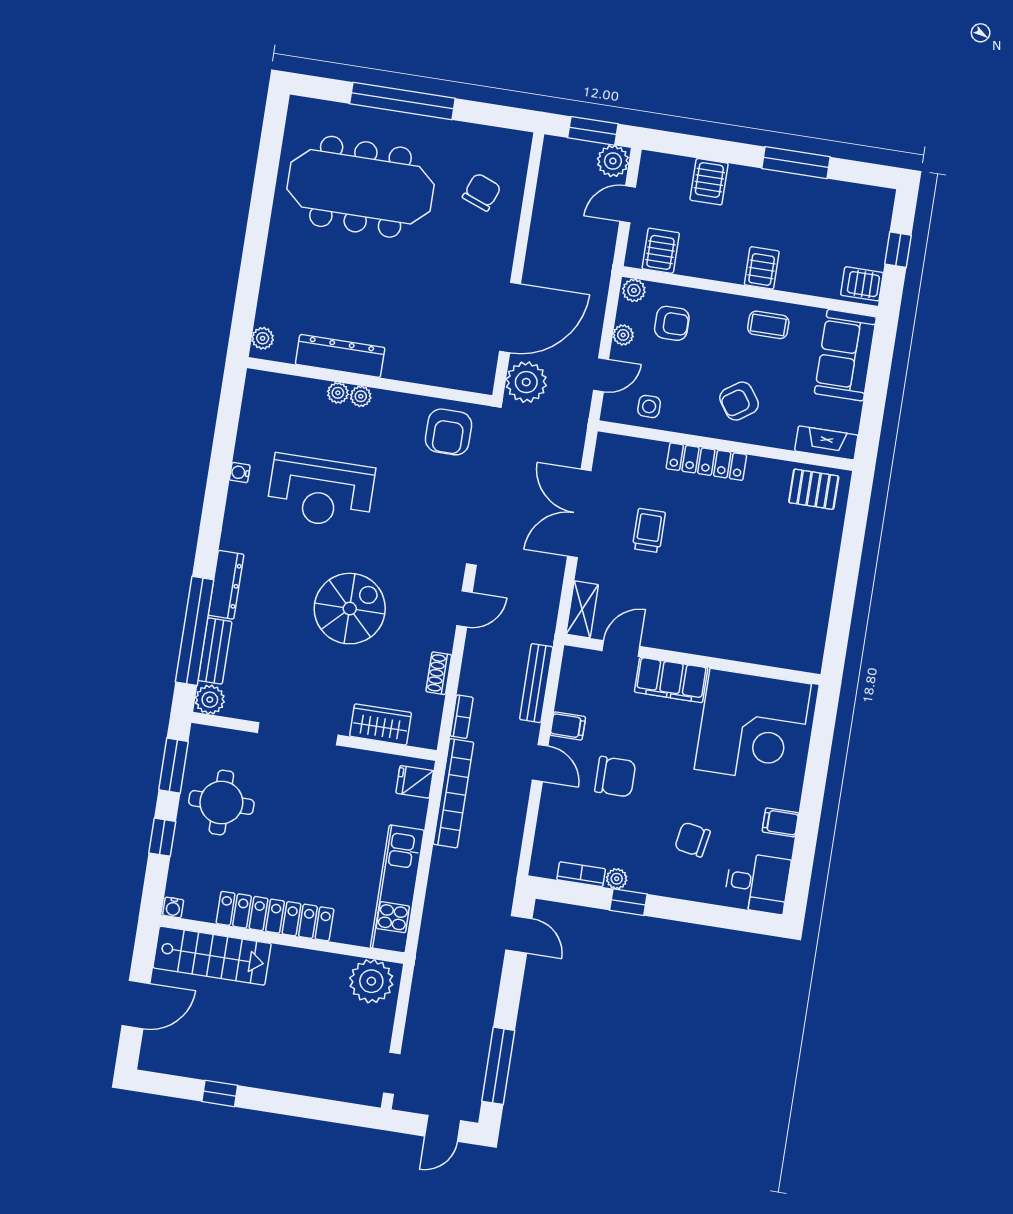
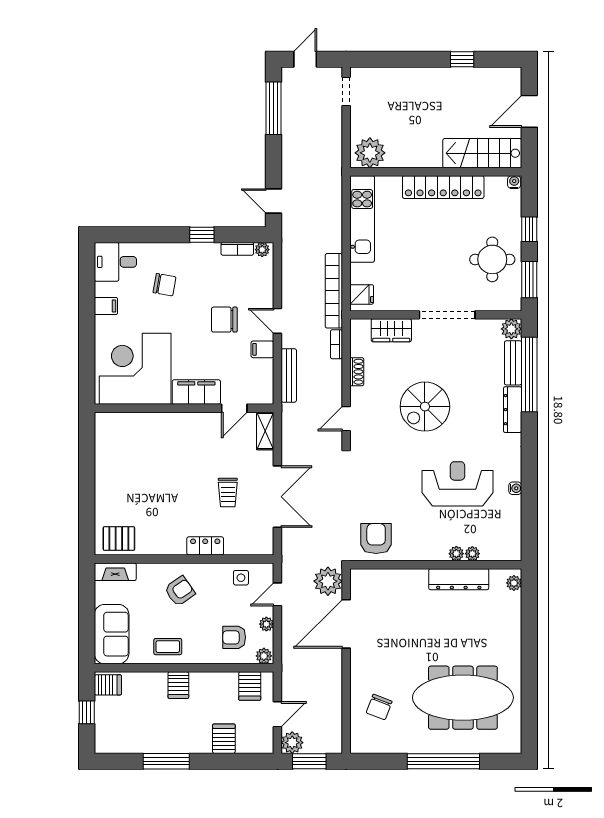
plant: (361, 396) -> (472, 554), moved
locker: (706, 462) -> (205, 546), width x0.66
plant: (617, 879) -> (262, 250), moved

